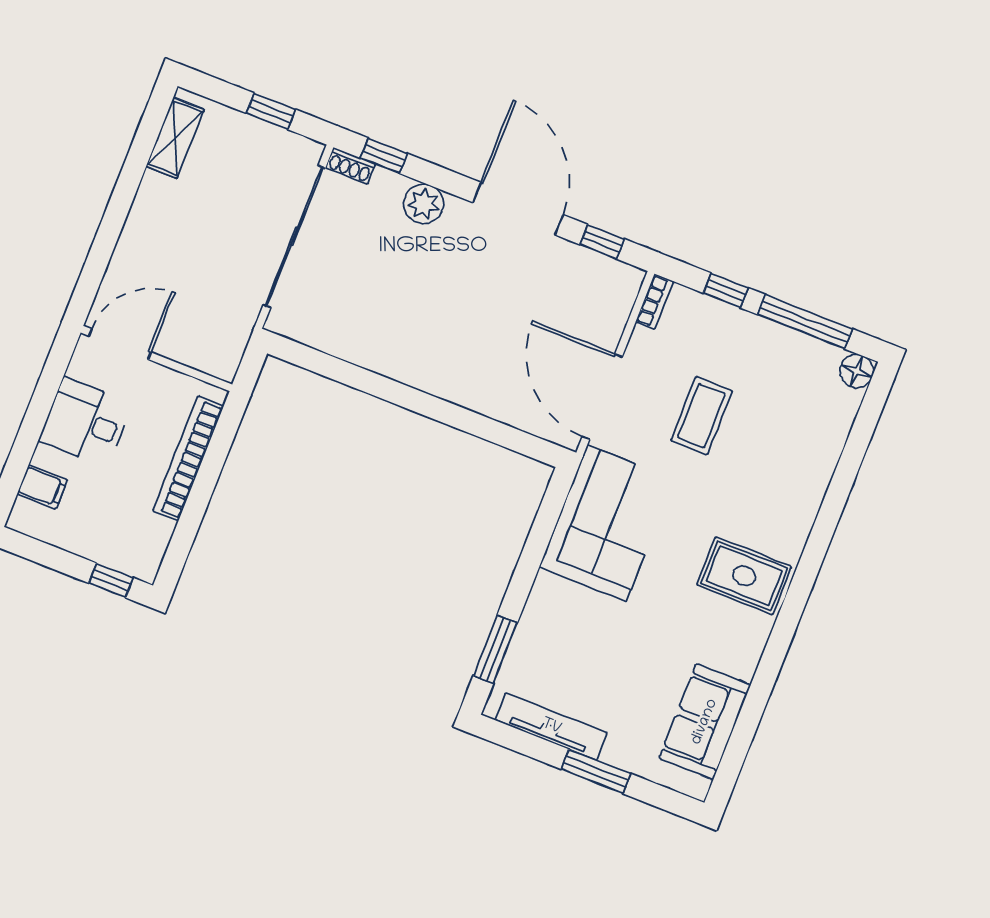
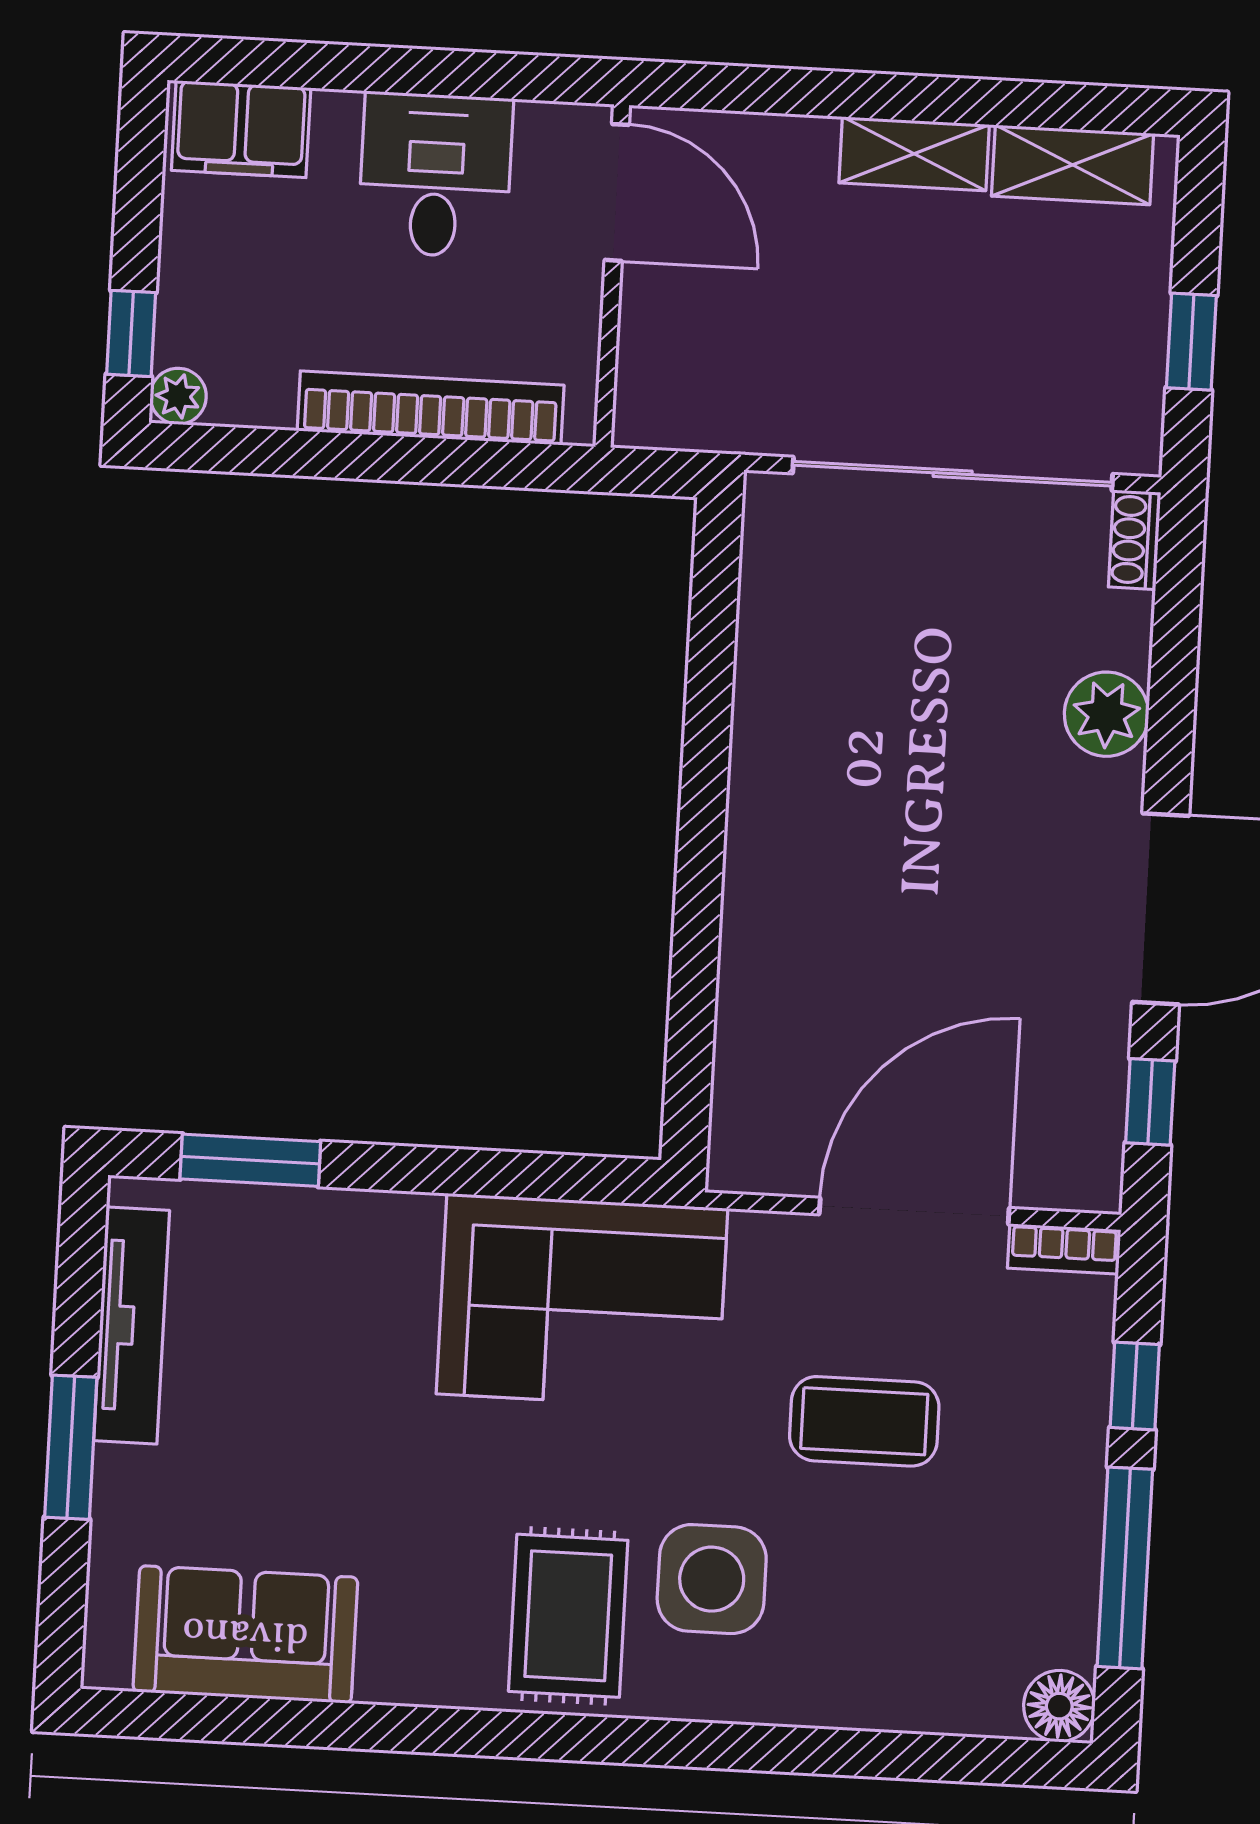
window: (384, 156) -> (1177, 601), removed
shelving: (147, 207) -> (914, 154), added
door: (602, 397) -> (914, 1211), moved
filing cabinet: (42, 487) -> (241, 129), width x2.00
side table: (749, 507) -> (712, 1579), added
plant: (146, 569) -> (178, 396), added

